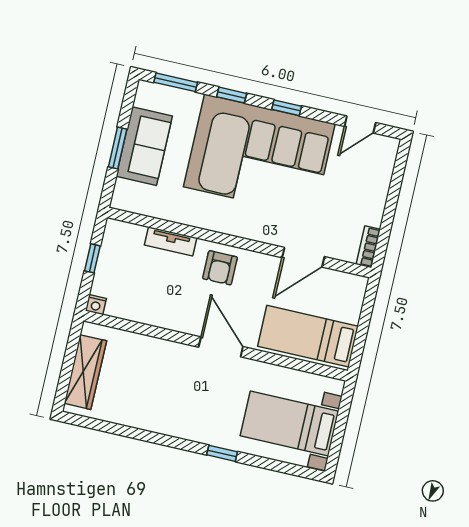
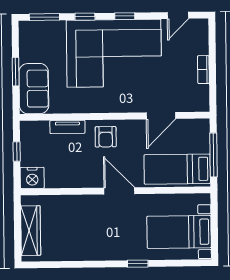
sofa: (144, 146) -> (34, 89), moved
bookcase: (368, 247) -> (203, 70), moved
nightstand: (96, 305) -> (32, 178), width x1.89, depth x1.79
window: (363, 329) -> (213, 155), added

